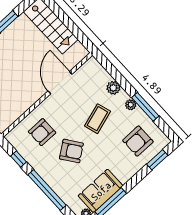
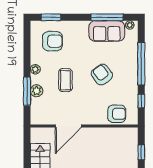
window: (145, 107) -> (27, 91), moved
coffee table: (97, 119) -> (65, 80), turned -73
armchair: (42, 132) -> (117, 114), moved

